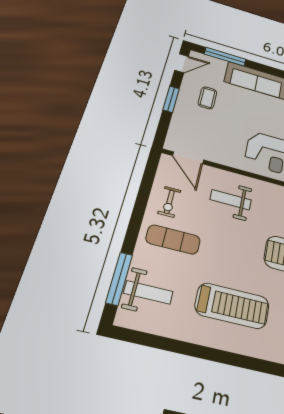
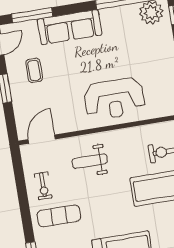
door: (188, 158) -> (42, 139), swing flipped

